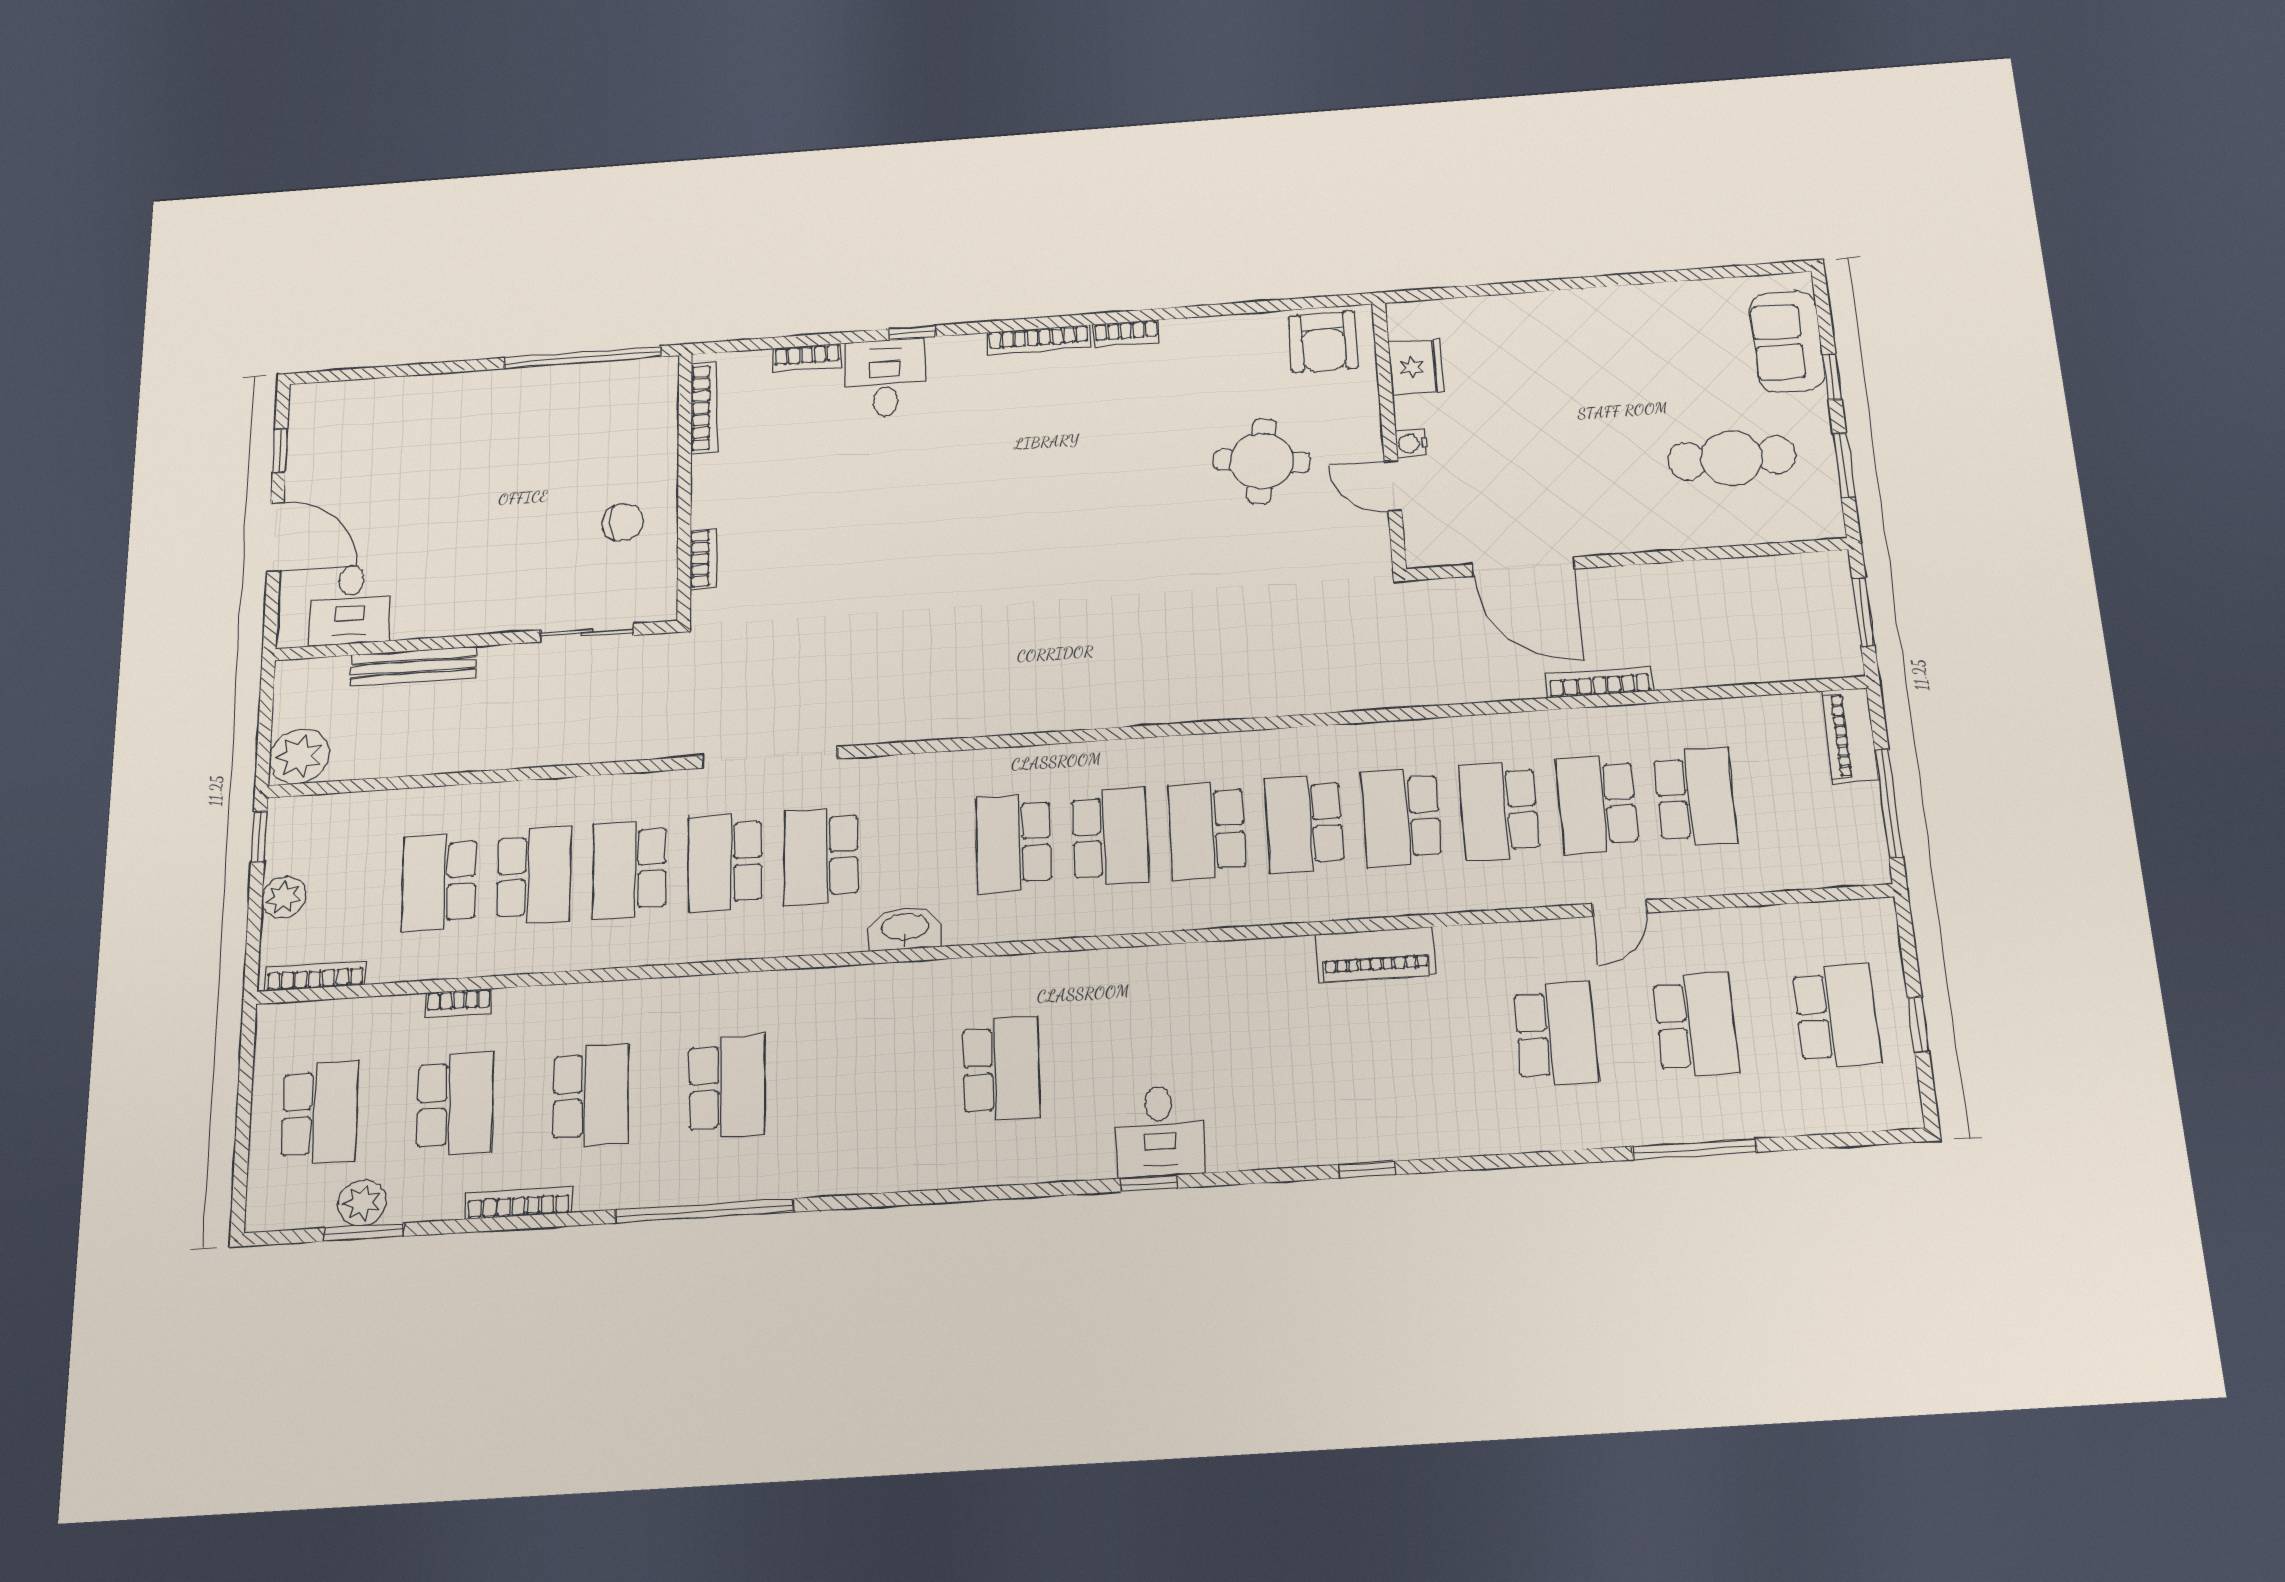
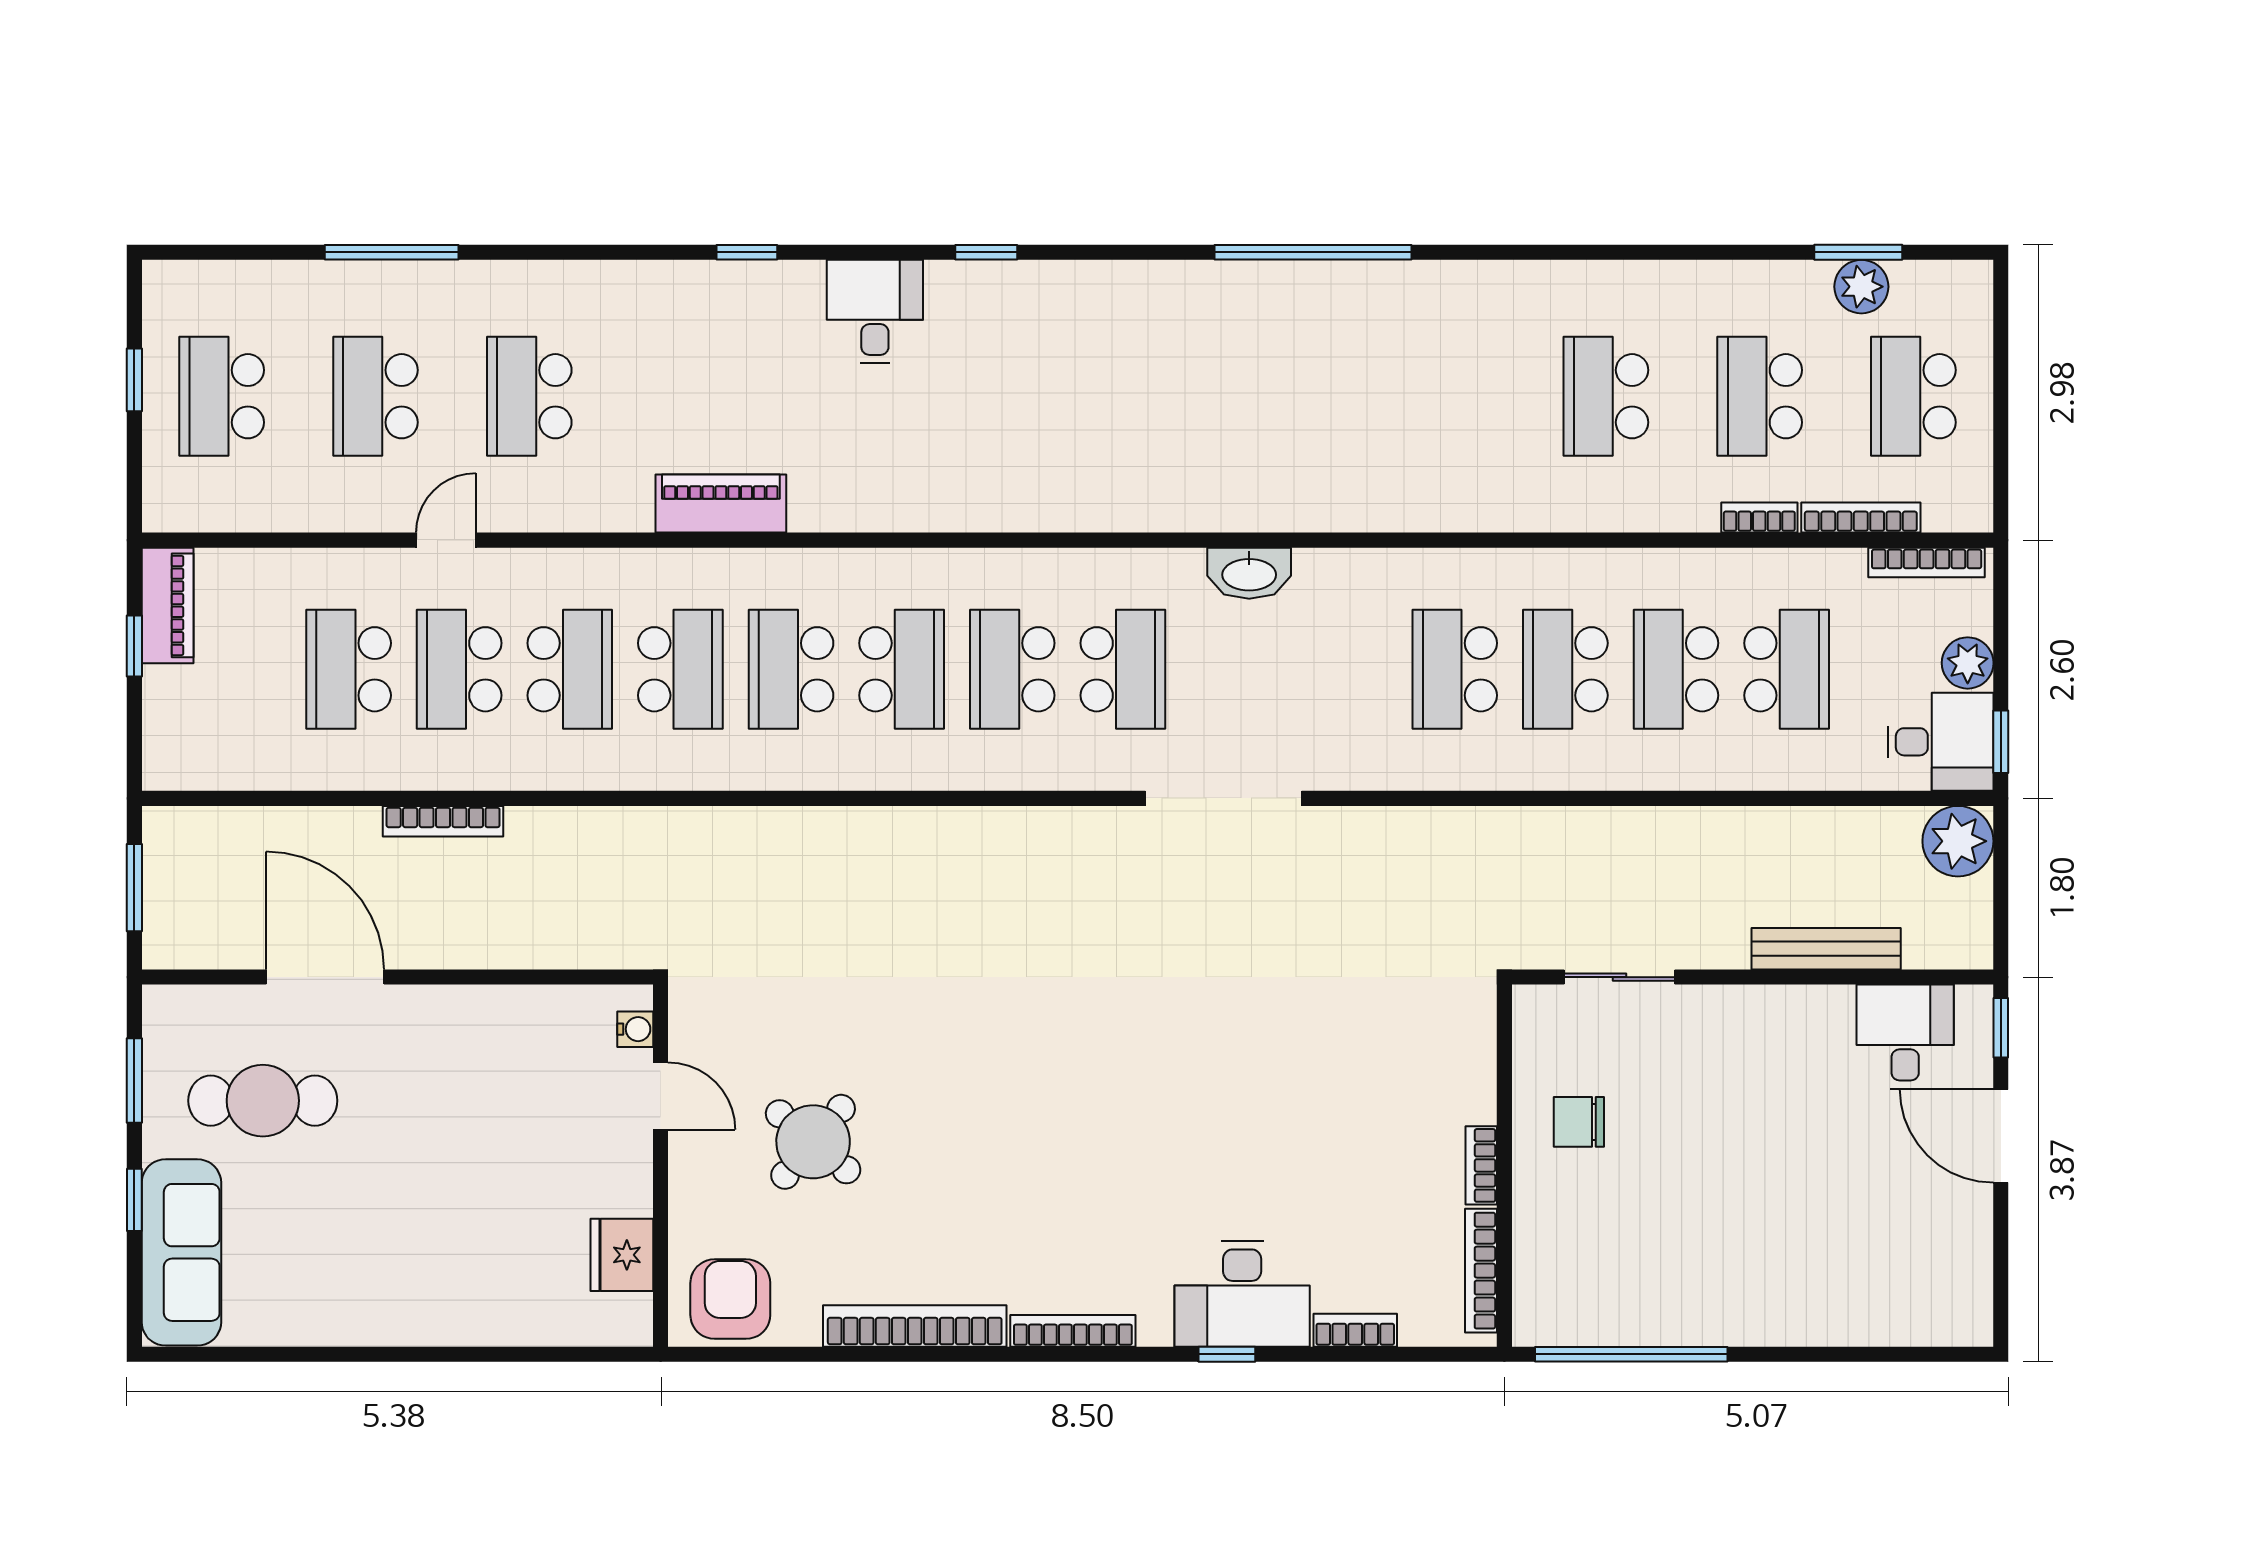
bookcase: (1126, 333) -> (915, 1326), width x2.31, depth x1.31
sofa: (1787, 341) -> (181, 1252), width x1.36
desk: (885, 378) -> (1242, 1294), width x1.37
water cooler: (1411, 443) -> (635, 1029), moved
window: (280, 451) -> (2001, 1028), moved
round table: (1262, 461) -> (813, 1142), turned 33
bookcase: (703, 559) -> (1481, 1165), moved
door: (1523, 567) -> (325, 977), moved
piano: (1850, 735) -> (168, 605), moved
doorway: (770, 757) -> (1223, 798), moved
window: (1889, 803) -> (134, 646), width x0.46
school desk: (1597, 804) -> (459, 669), turned 180
school desk: (1304, 824) -> (791, 669), turned 180
desk: (310, 833) -> (1940, 742), added
school desk: (821, 856) -> (1344, 669), removed
school desk: (725, 863) -> (1455, 669), turned 180
school desk: (630, 869) -> (1565, 669), turned 180
school desk: (1001, 1069) -> (1144, 396), removed
school desk: (727, 1087) -> (1452, 396), removed
desk: (1160, 1131) -> (875, 312), moved
bookcase: (519, 1203) -> (1861, 518), moved, turned 180
window: (704, 1211) -> (1313, 252), moved

